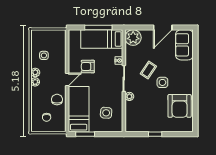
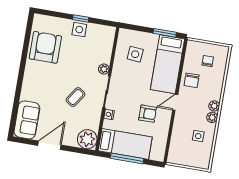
side table: (162, 82) -> (79, 30), moved

